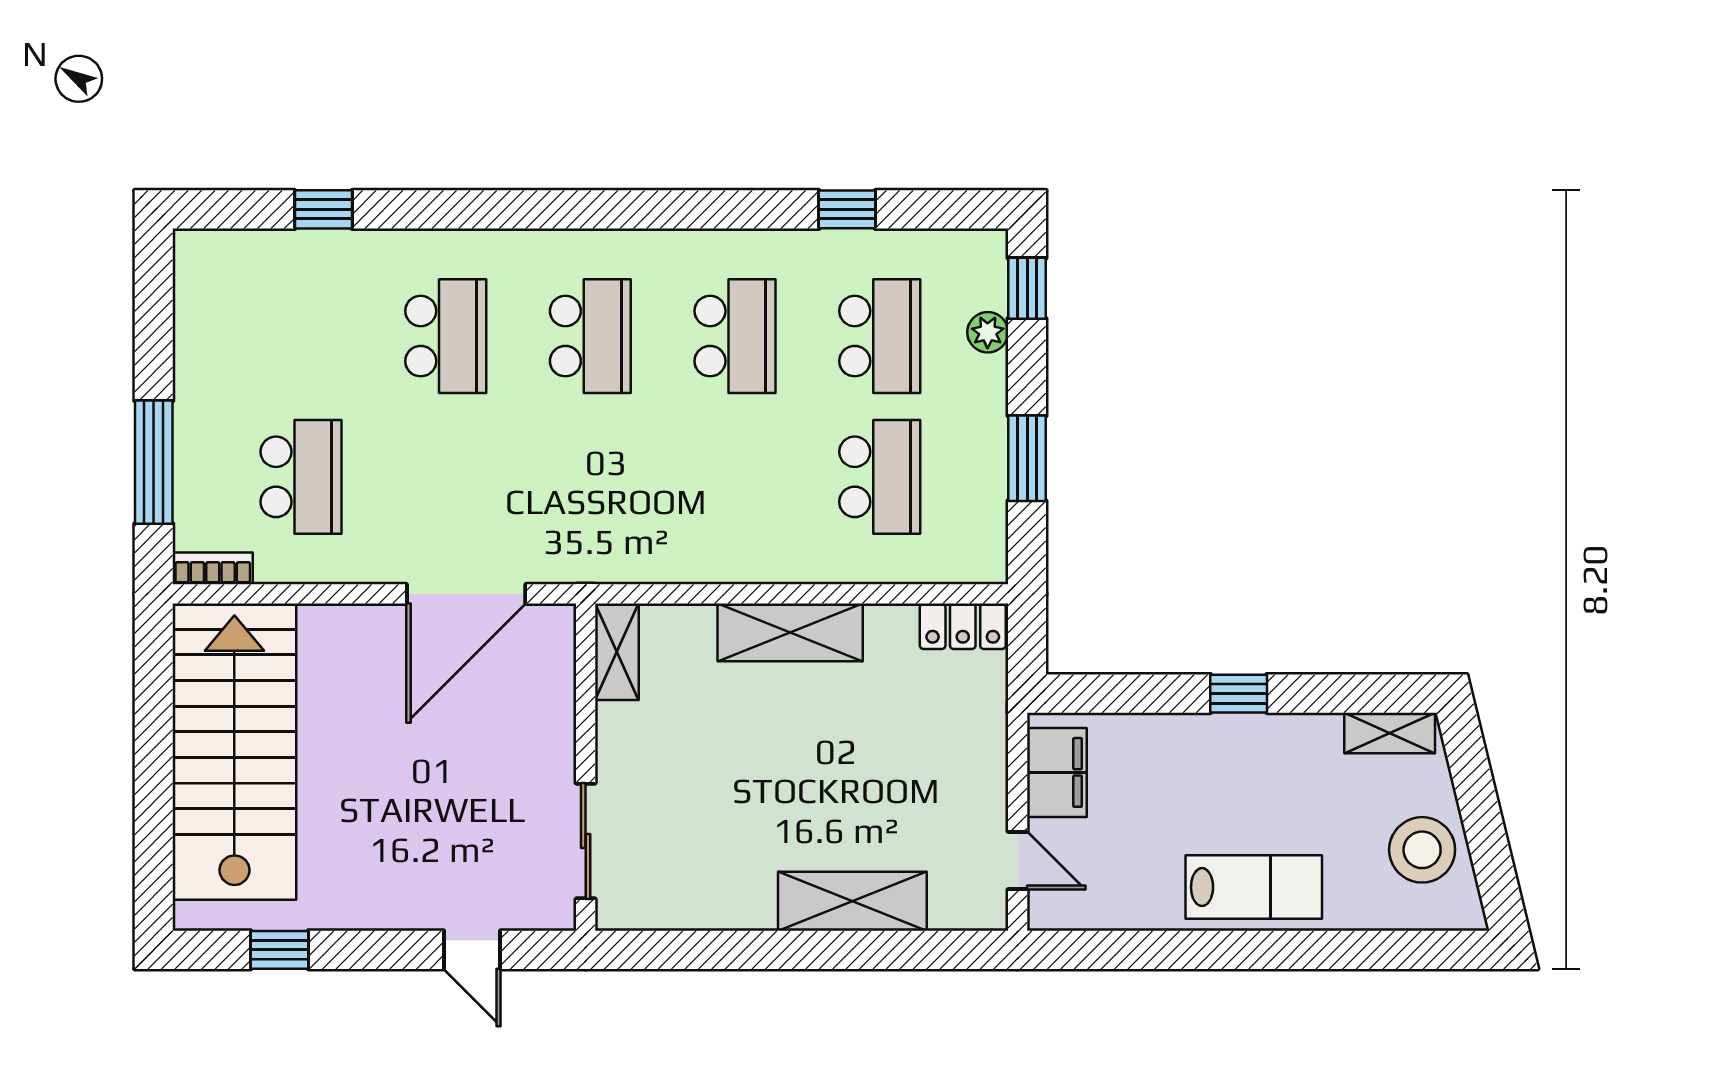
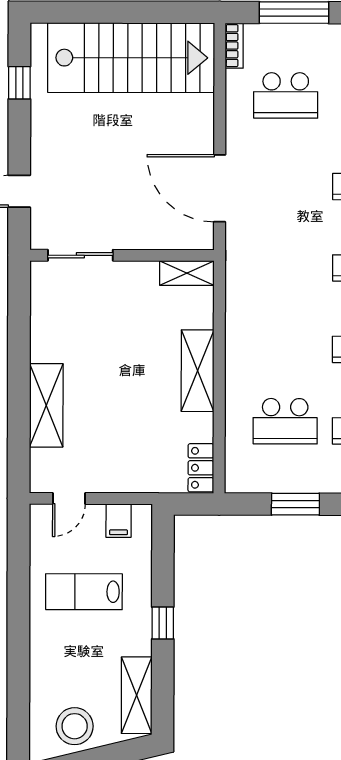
shelving: (1390, 733) -> (137, 695), width x1.50, depth x1.33
filing cabinet: (1057, 772) -> (119, 521), width x0.50
lab bench: (1254, 887) -> (84, 592), moved, turned 90

